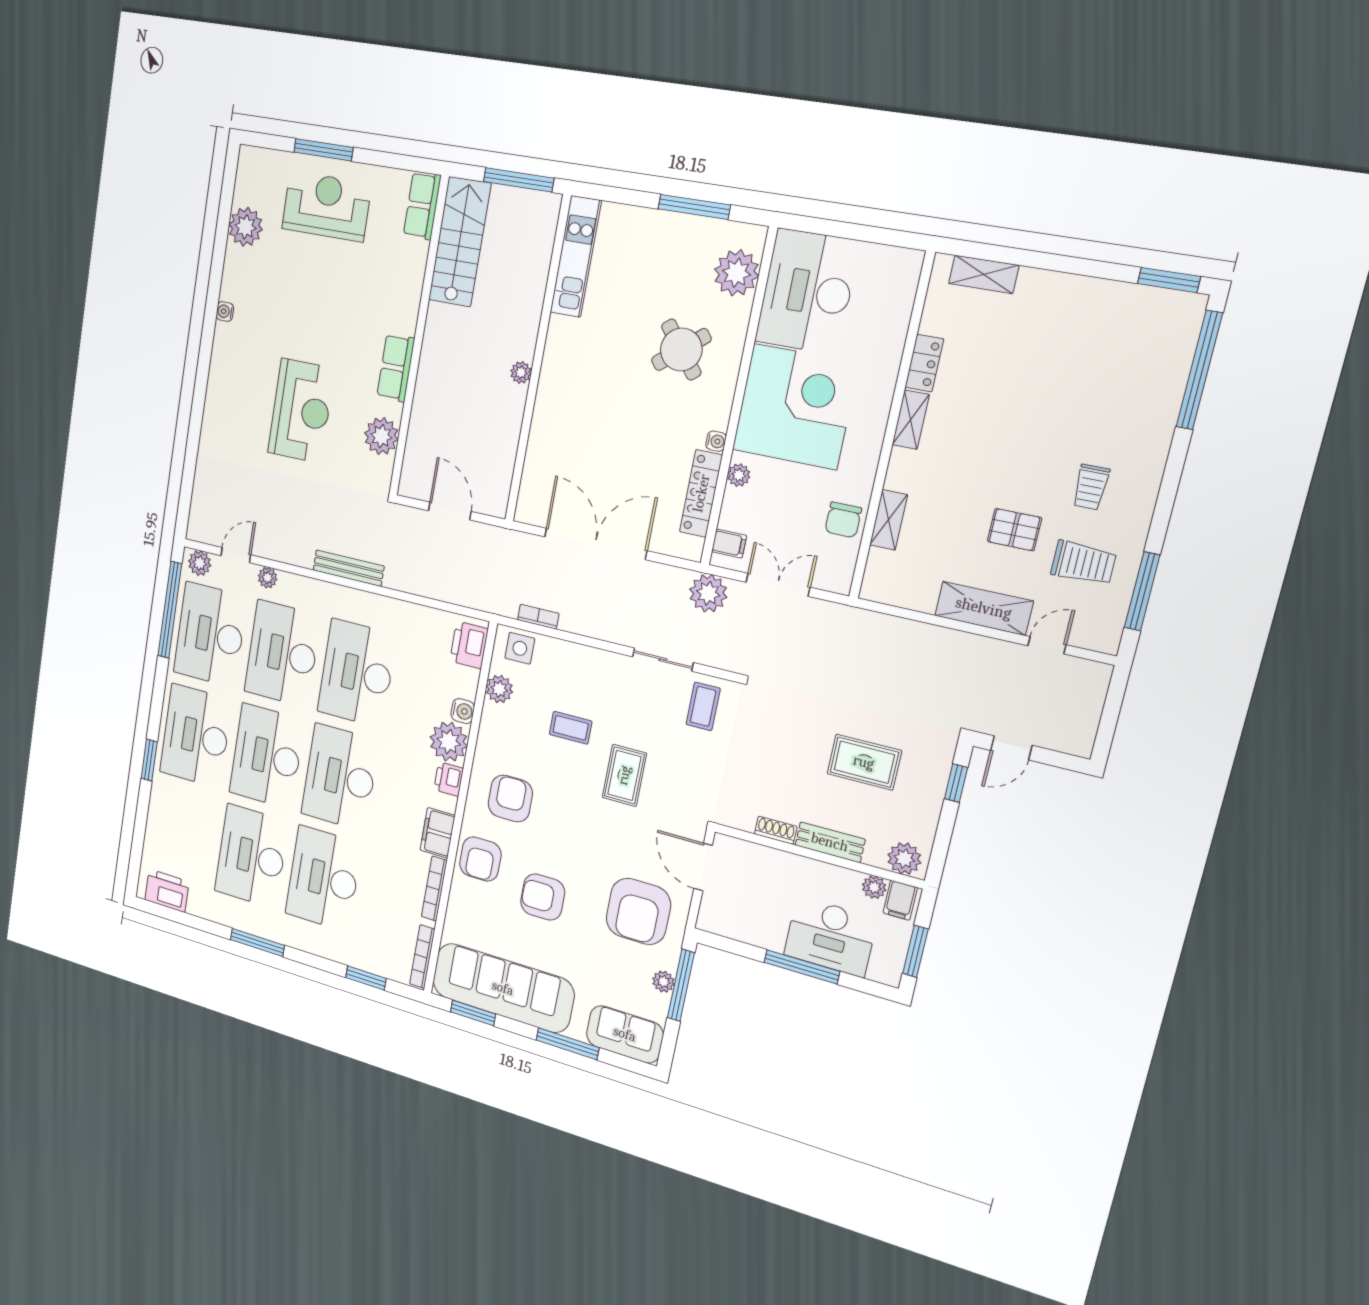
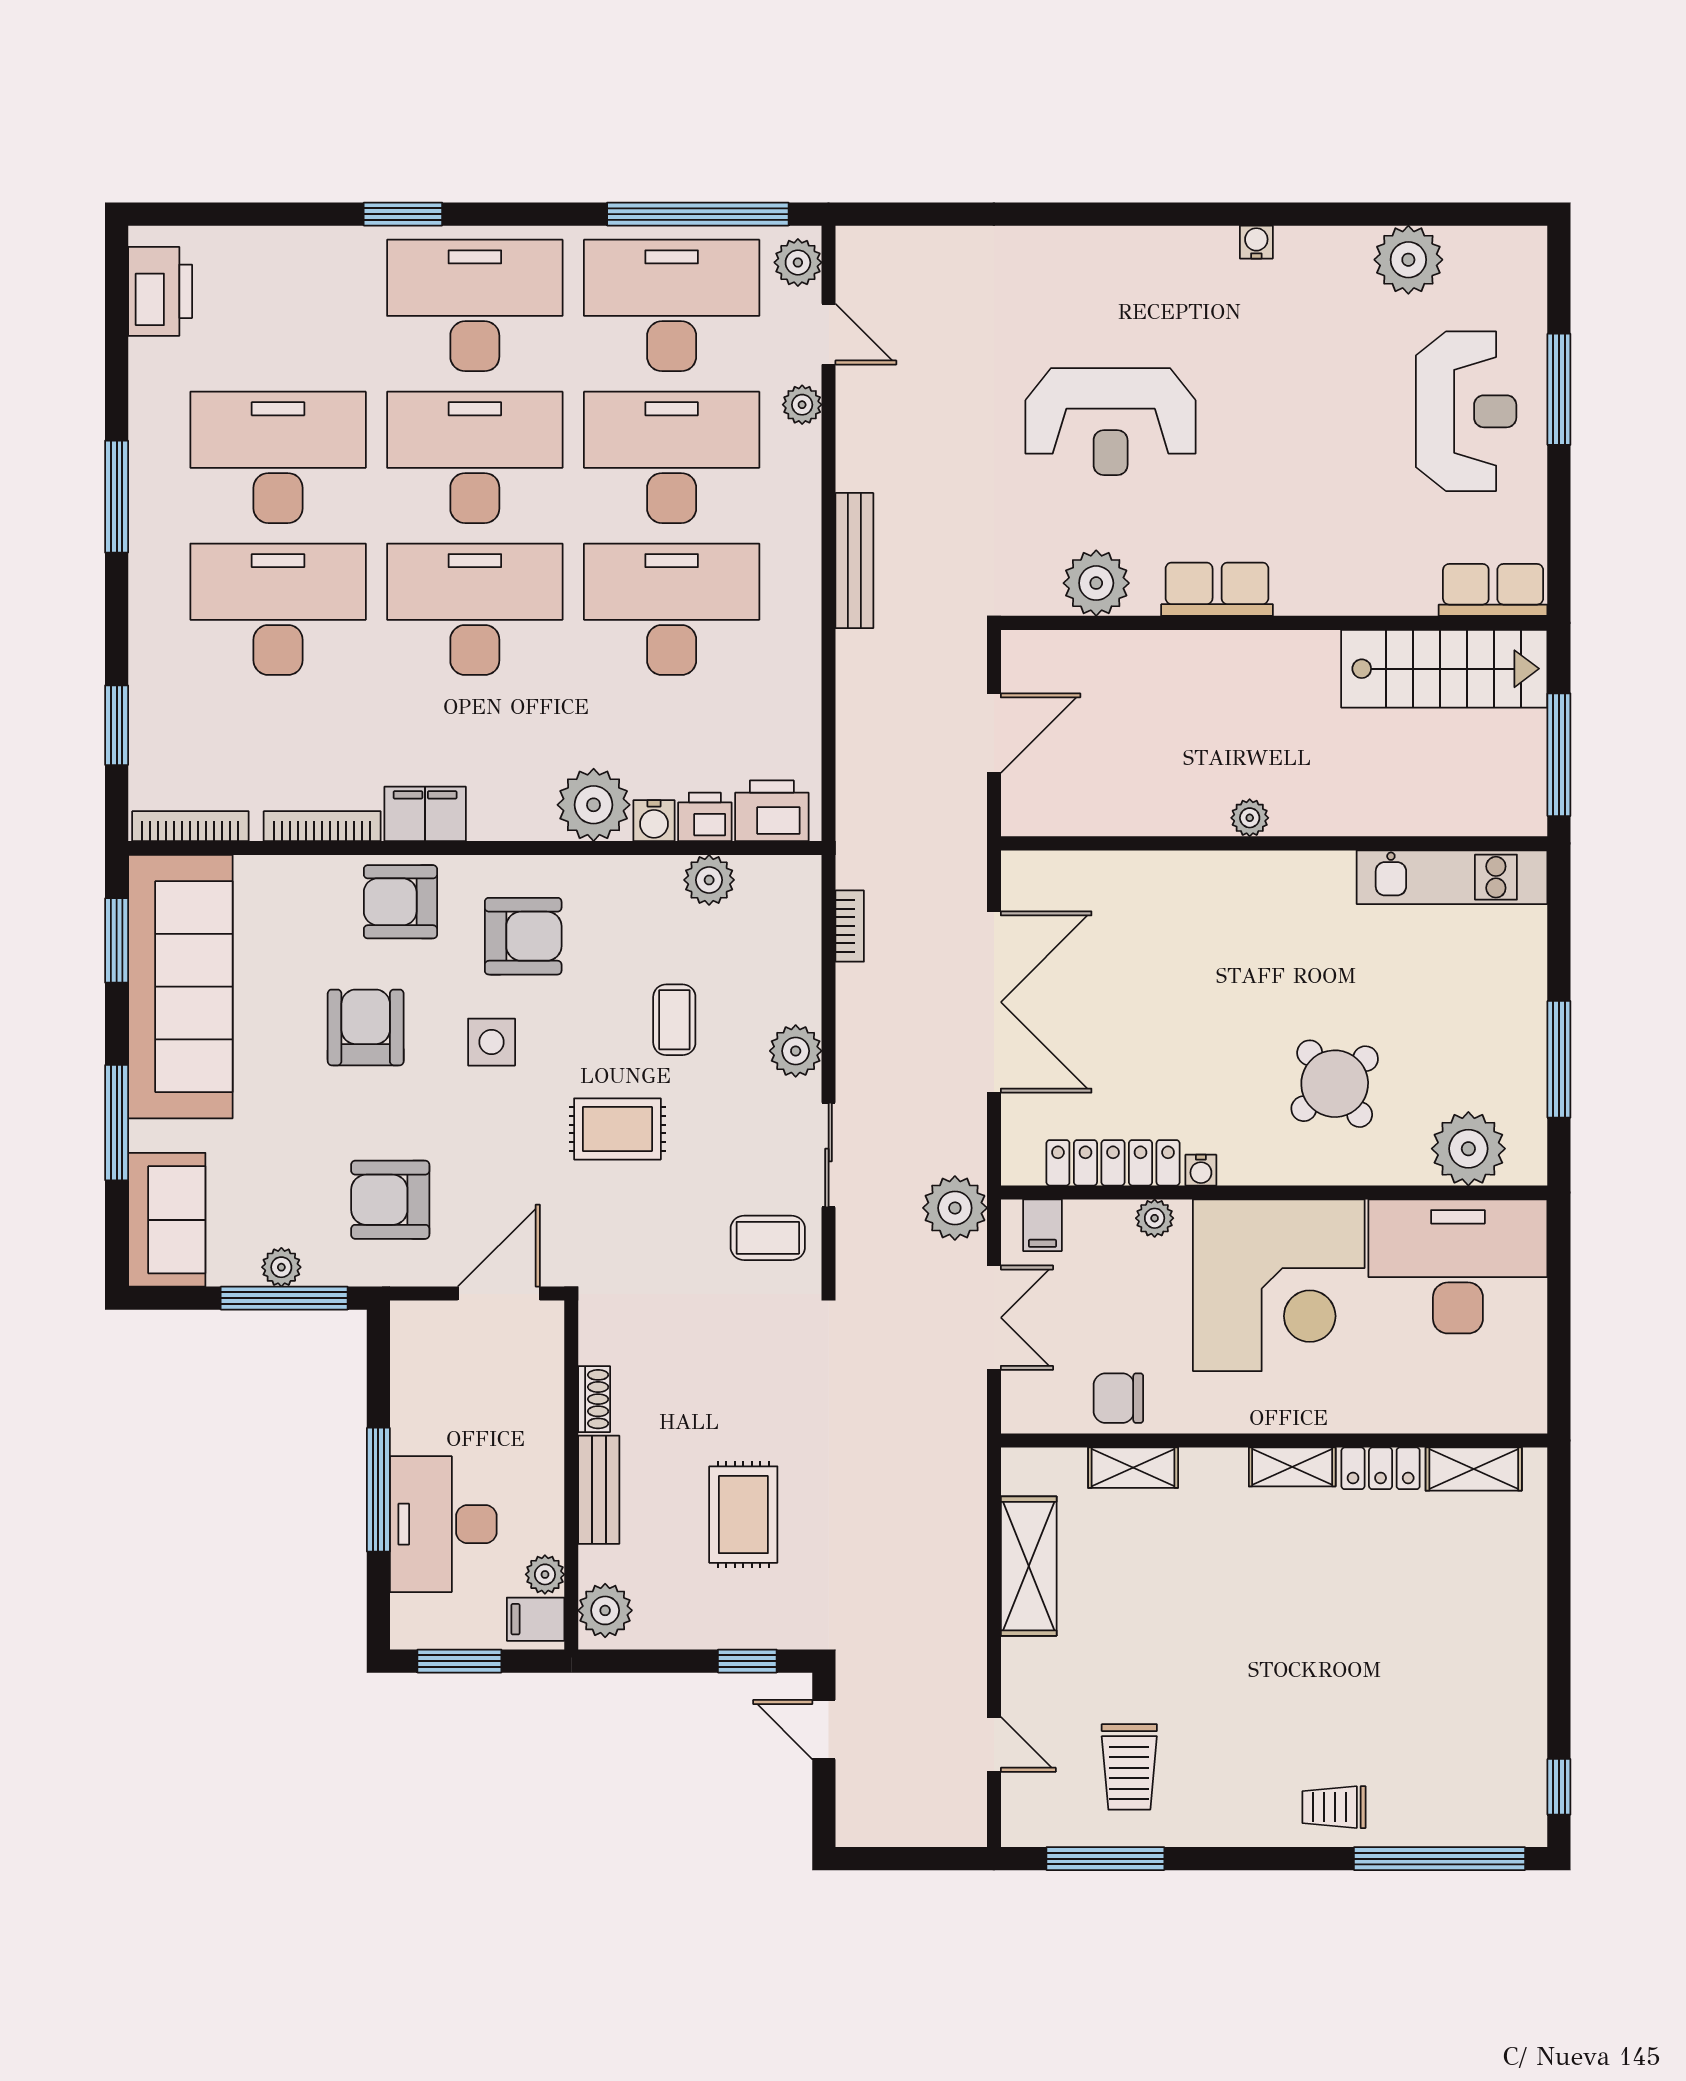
shelving: (984, 274) -> (1474, 1469), moved, turned 90
window: (1169, 280) -> (1559, 1787), width x0.67
trolley: (1091, 487) -> (1334, 1807), moved
pallet: (1014, 530) -> (1157, 1657), removed
shelving: (984, 608) -> (1029, 1566), moved
side table: (520, 648) -> (492, 1042), moved
plant: (601, 664) -> (796, 1051), added
printer: (449, 779) -> (705, 817), moved
armchair: (638, 911) -> (390, 1200), width x0.73, depth x0.73

